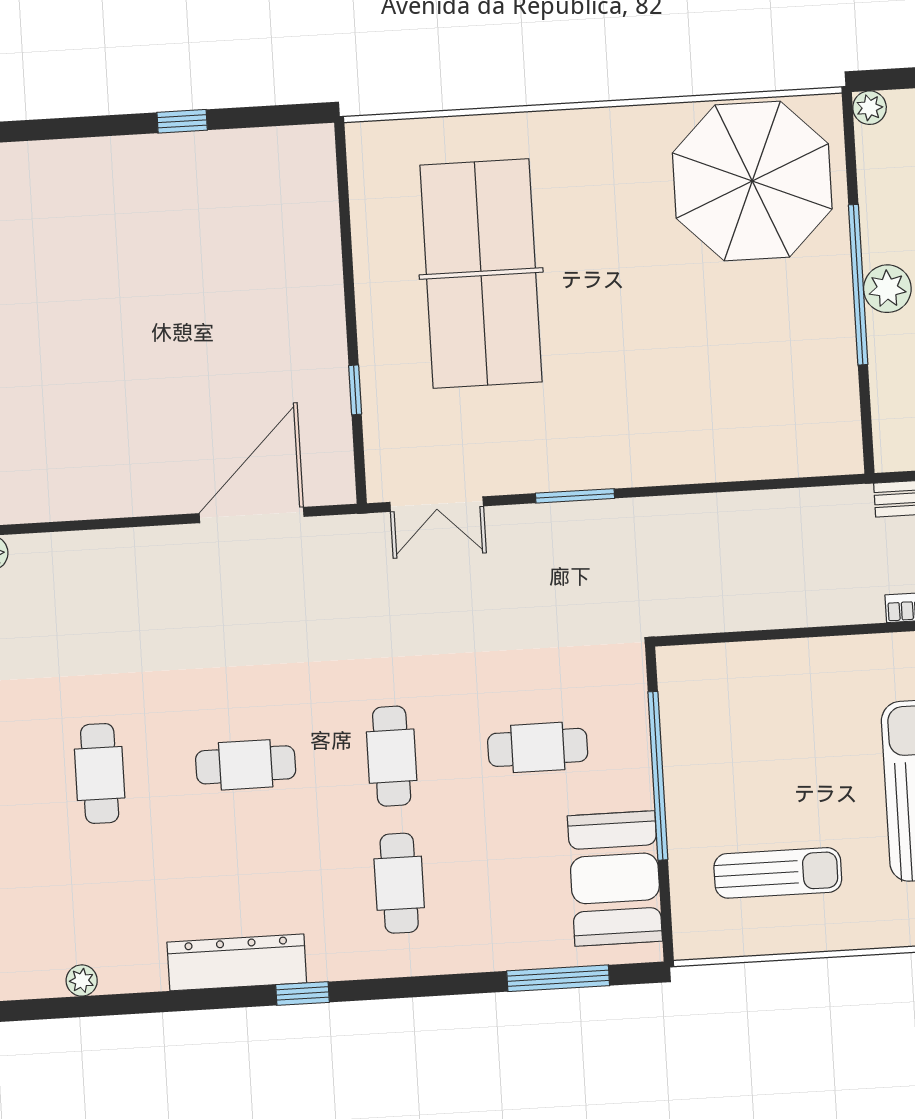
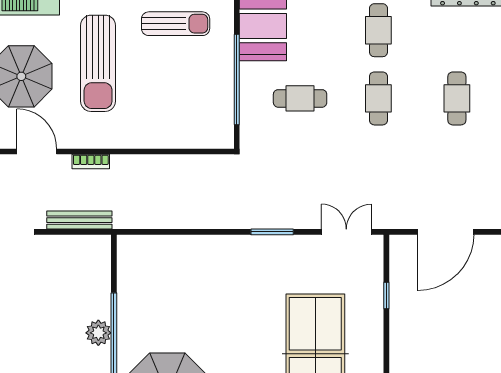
cafe table: (246, 765) -> (457, 98), turned 90
sun lounger: (778, 873) -> (176, 24), turned 180

